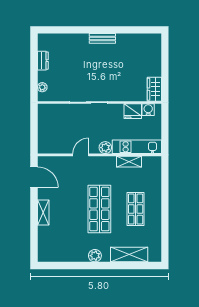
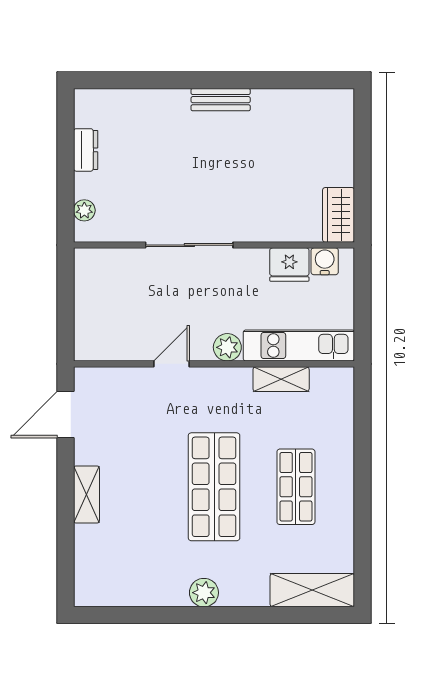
door: (34, 177) -> (65, 415), swing flipped
shelving: (129, 255) -> (312, 590), moved

